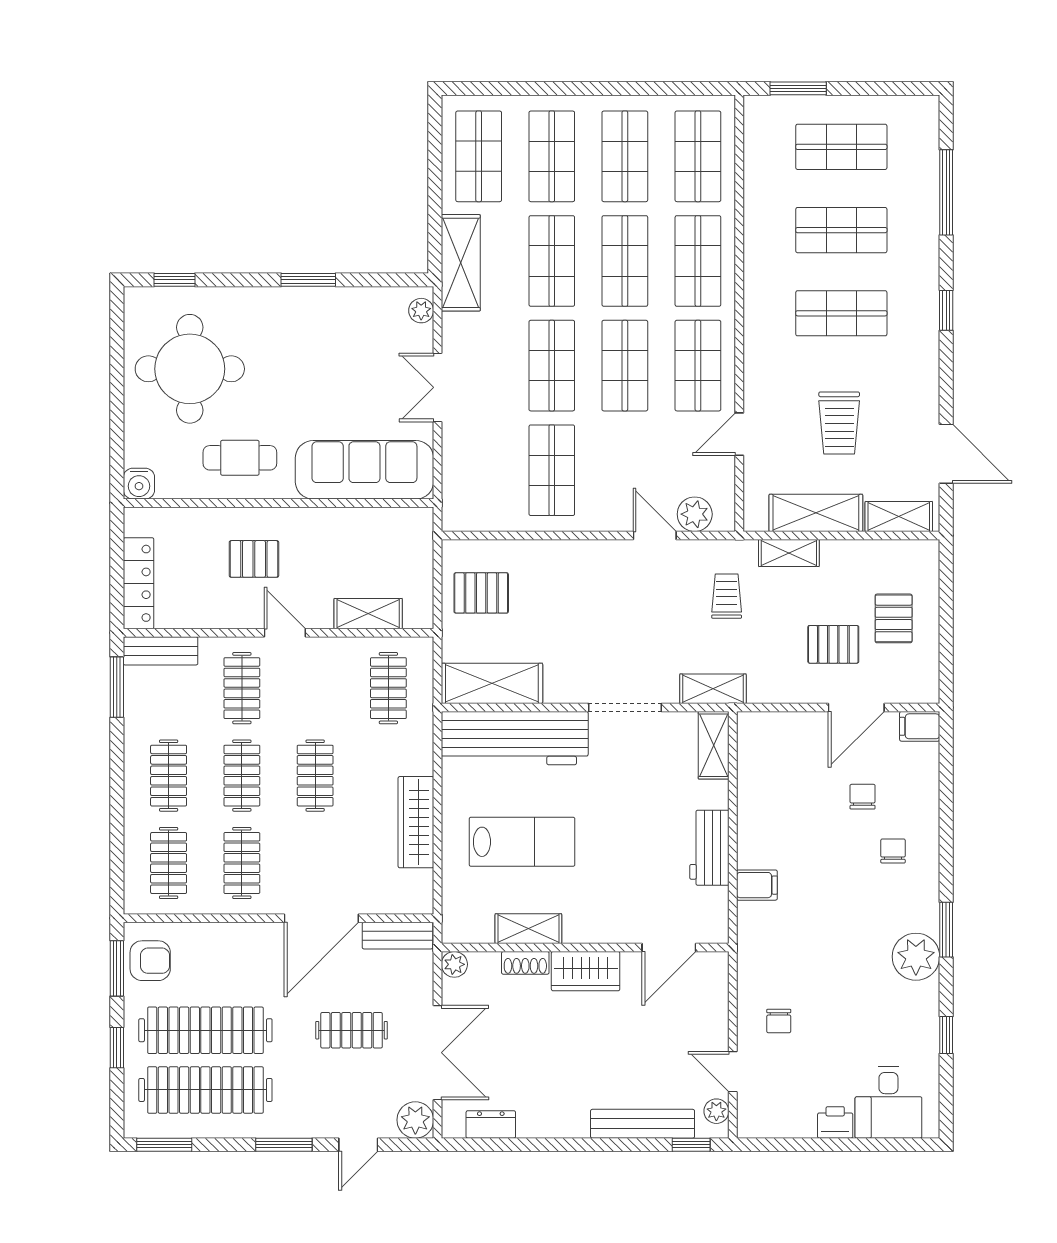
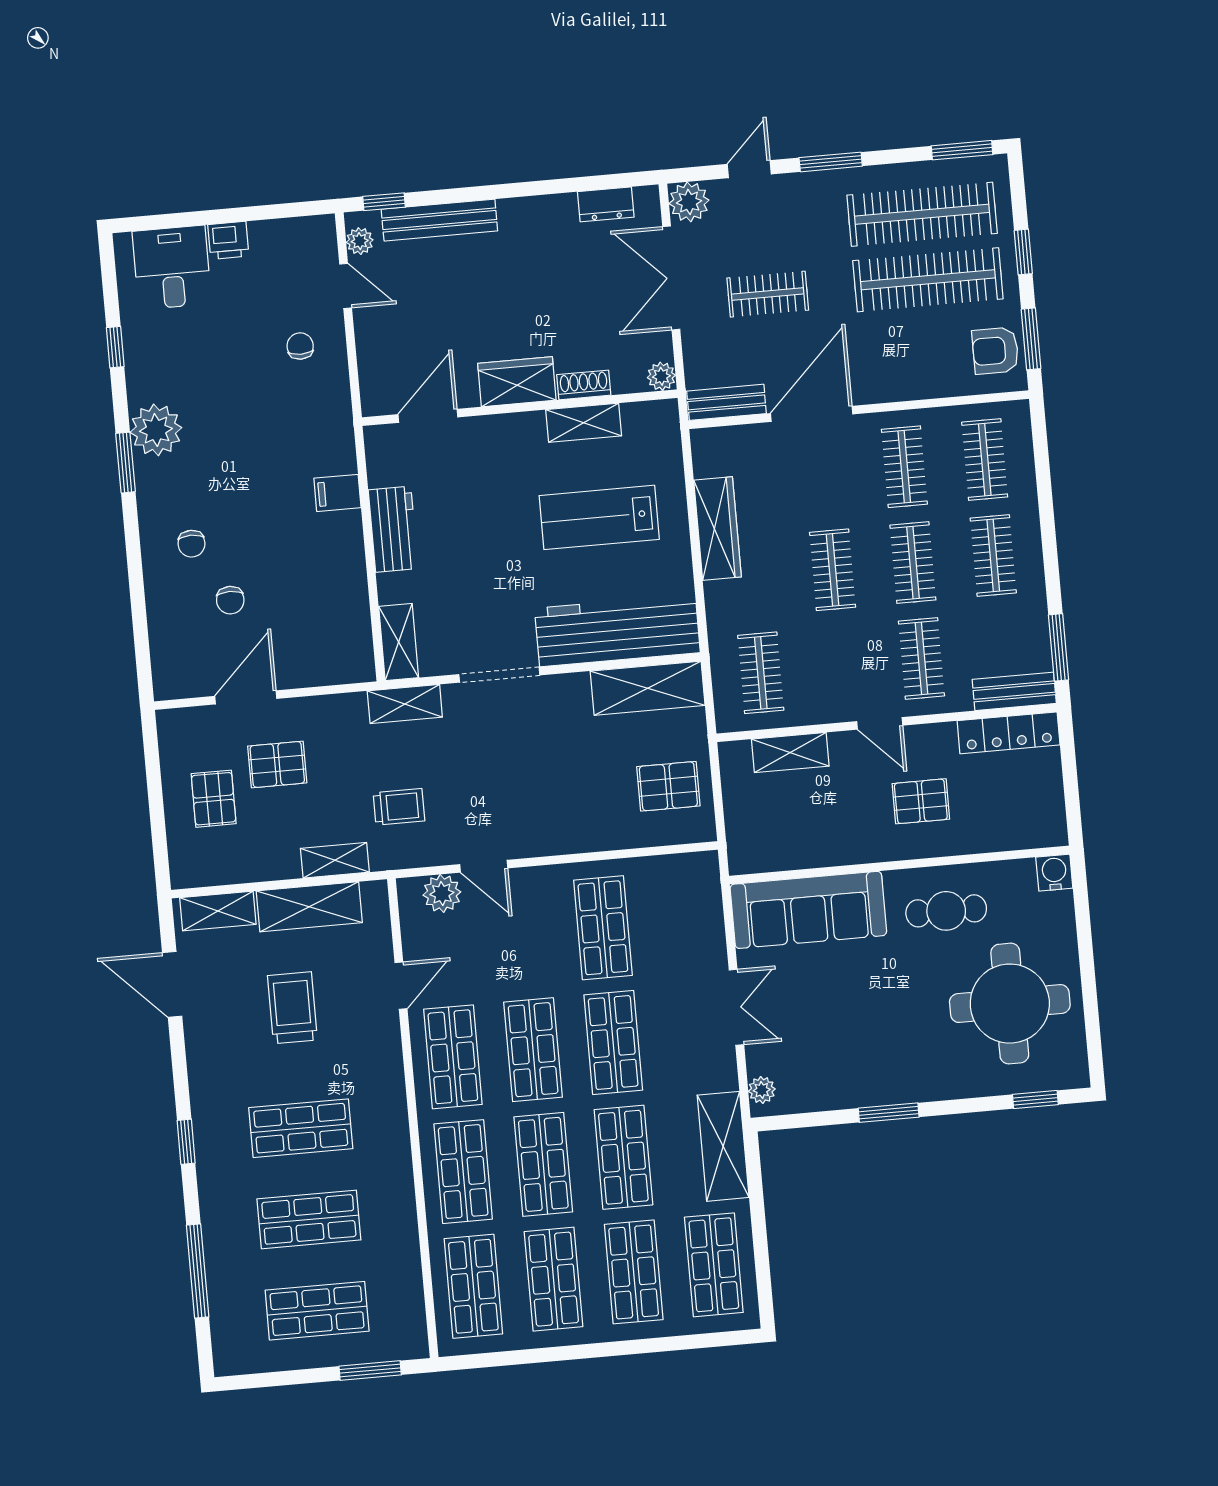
locker: (139, 583) -> (1009, 733), moved, turned -90
trolley: (727, 596) -> (399, 807), turned -90
filing cabinet: (920, 726) -> (174, 683), removed

